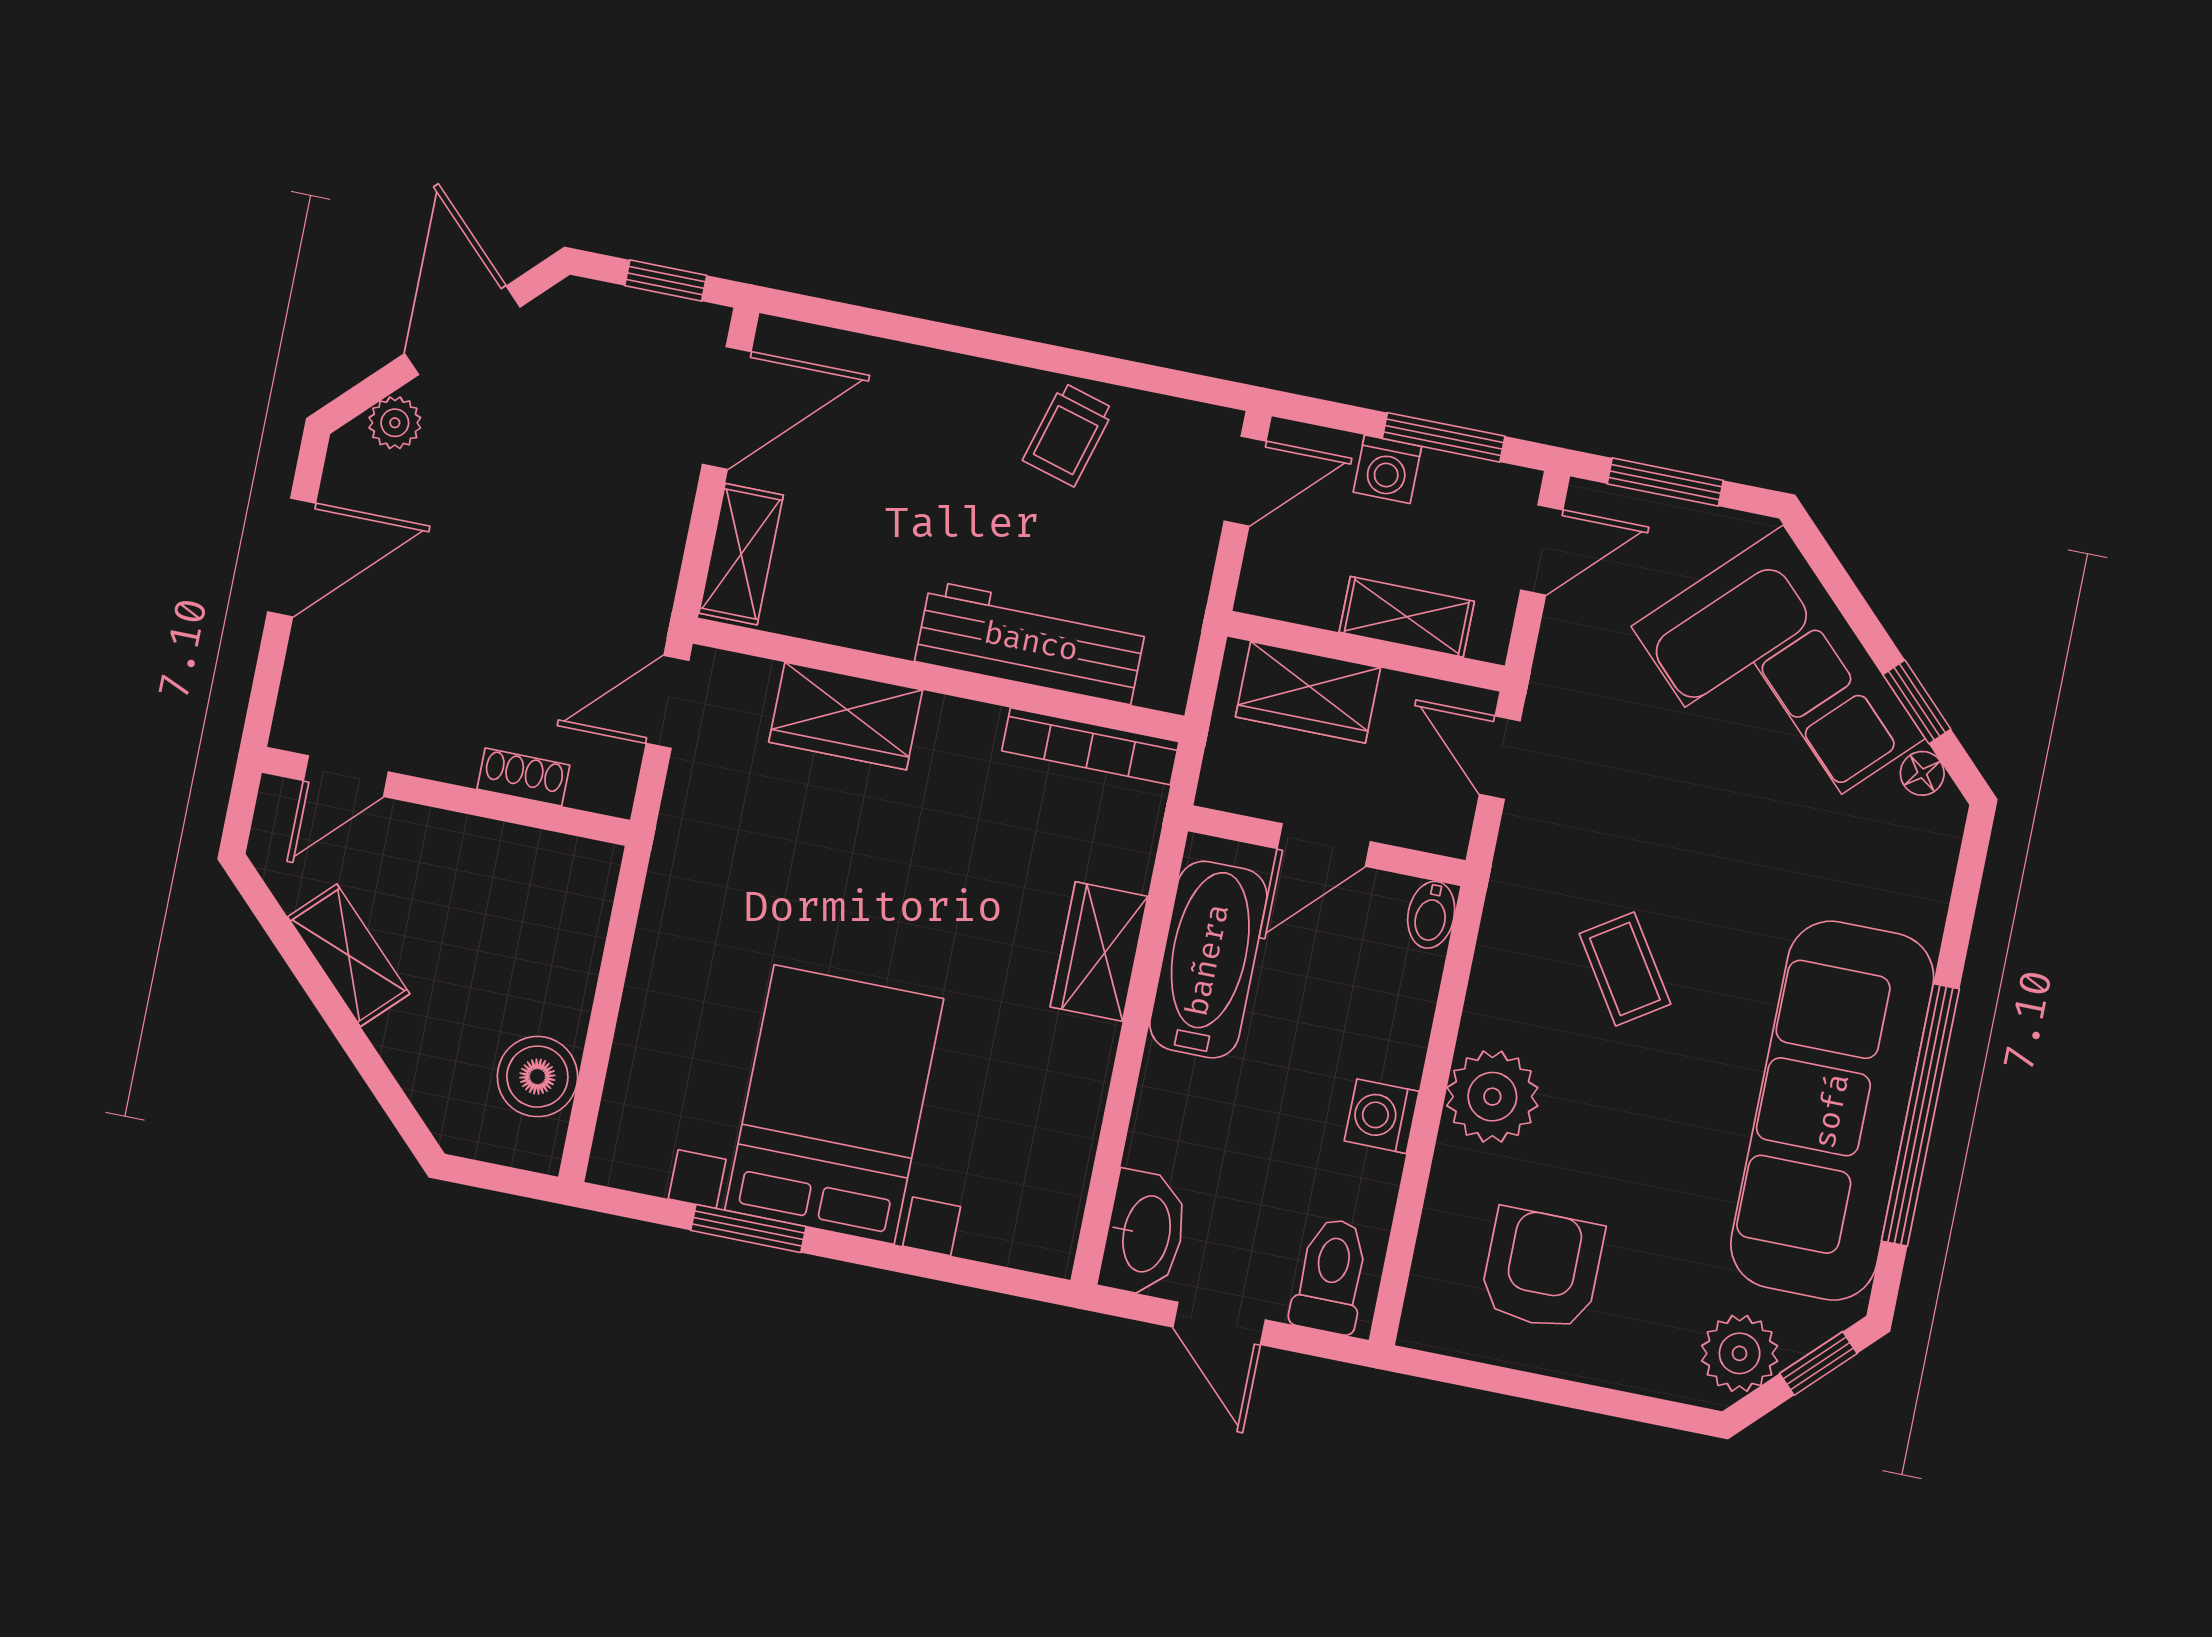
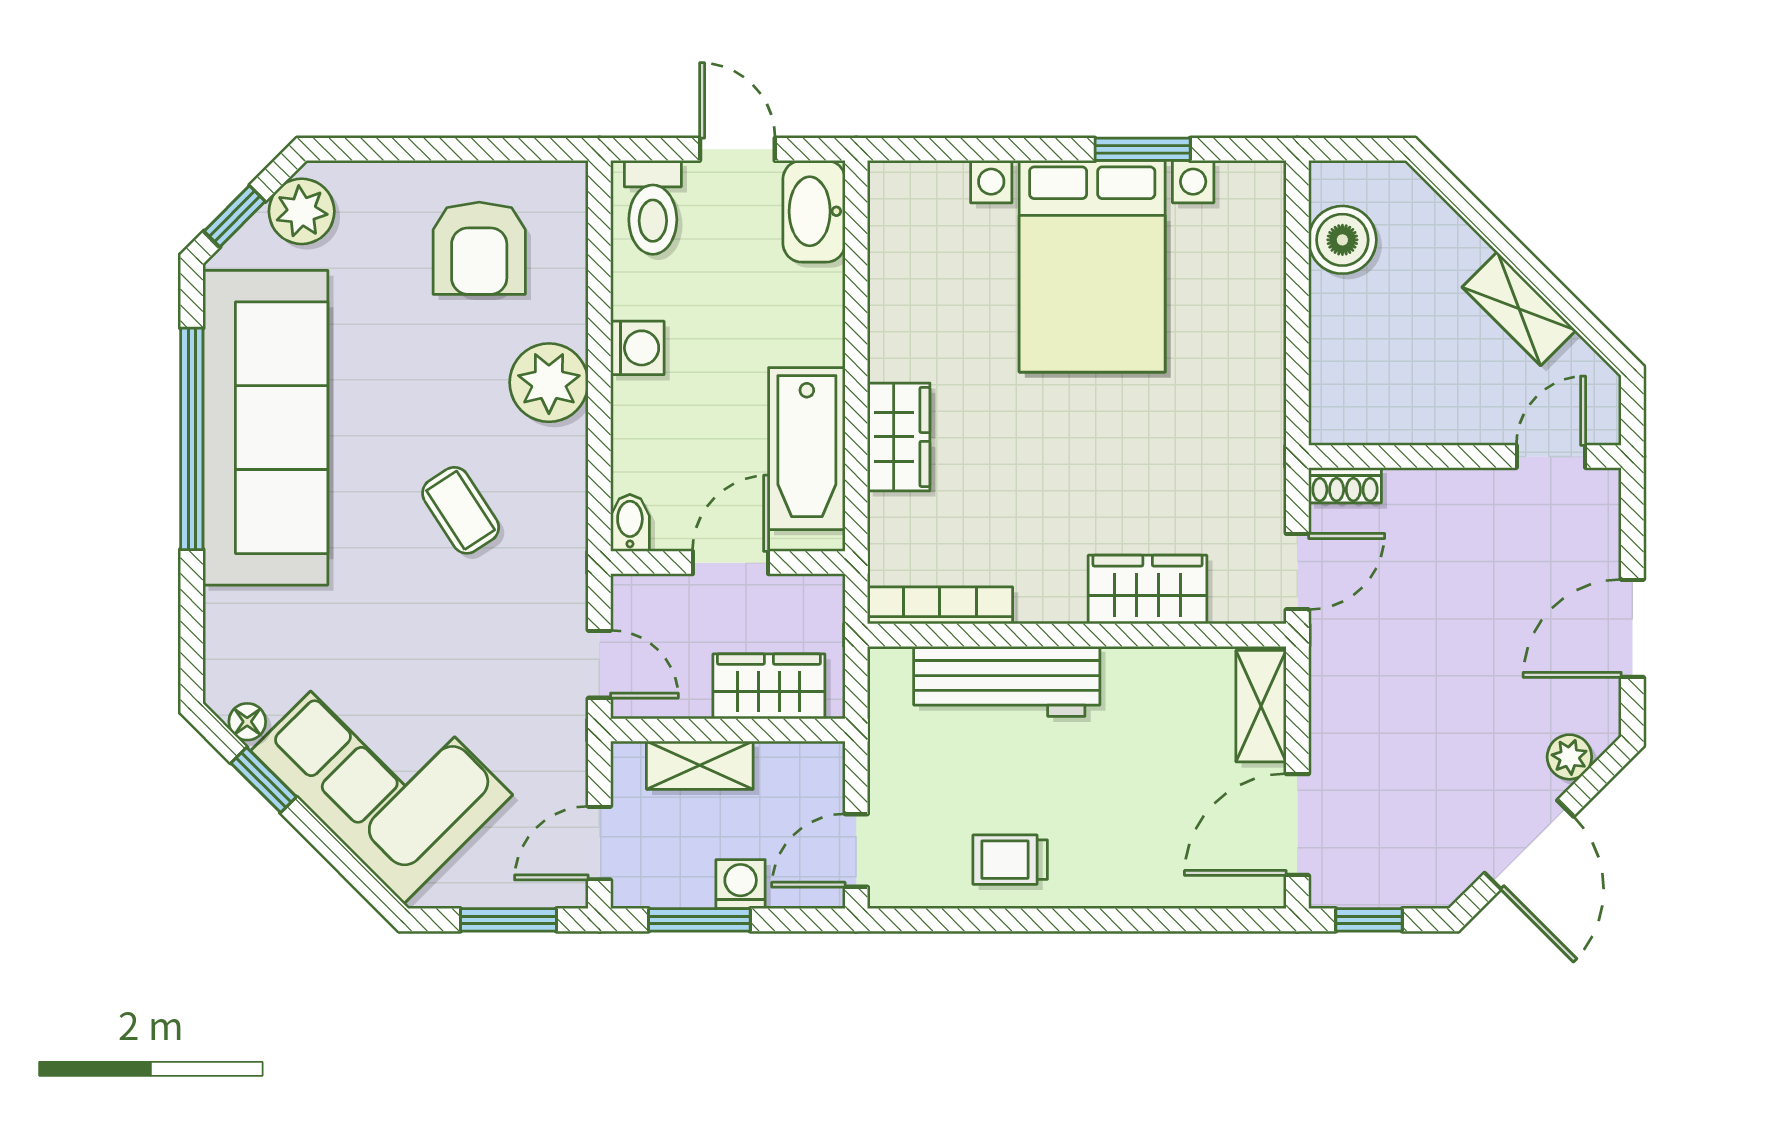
trolley: (1068, 435) -> (1010, 860), turned -106
shoe rack: (523, 777) -> (1345, 485), moved

